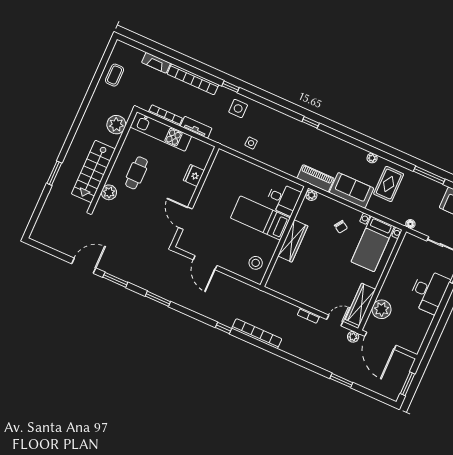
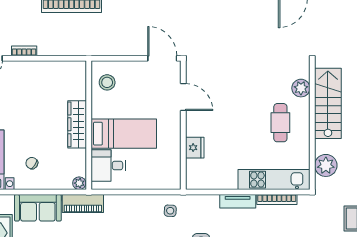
fridge: (194, 176) -> (195, 148), moved
wall: (195, 197) -> (183, 125), moved
door: (185, 218) -> (183, 97), moved

